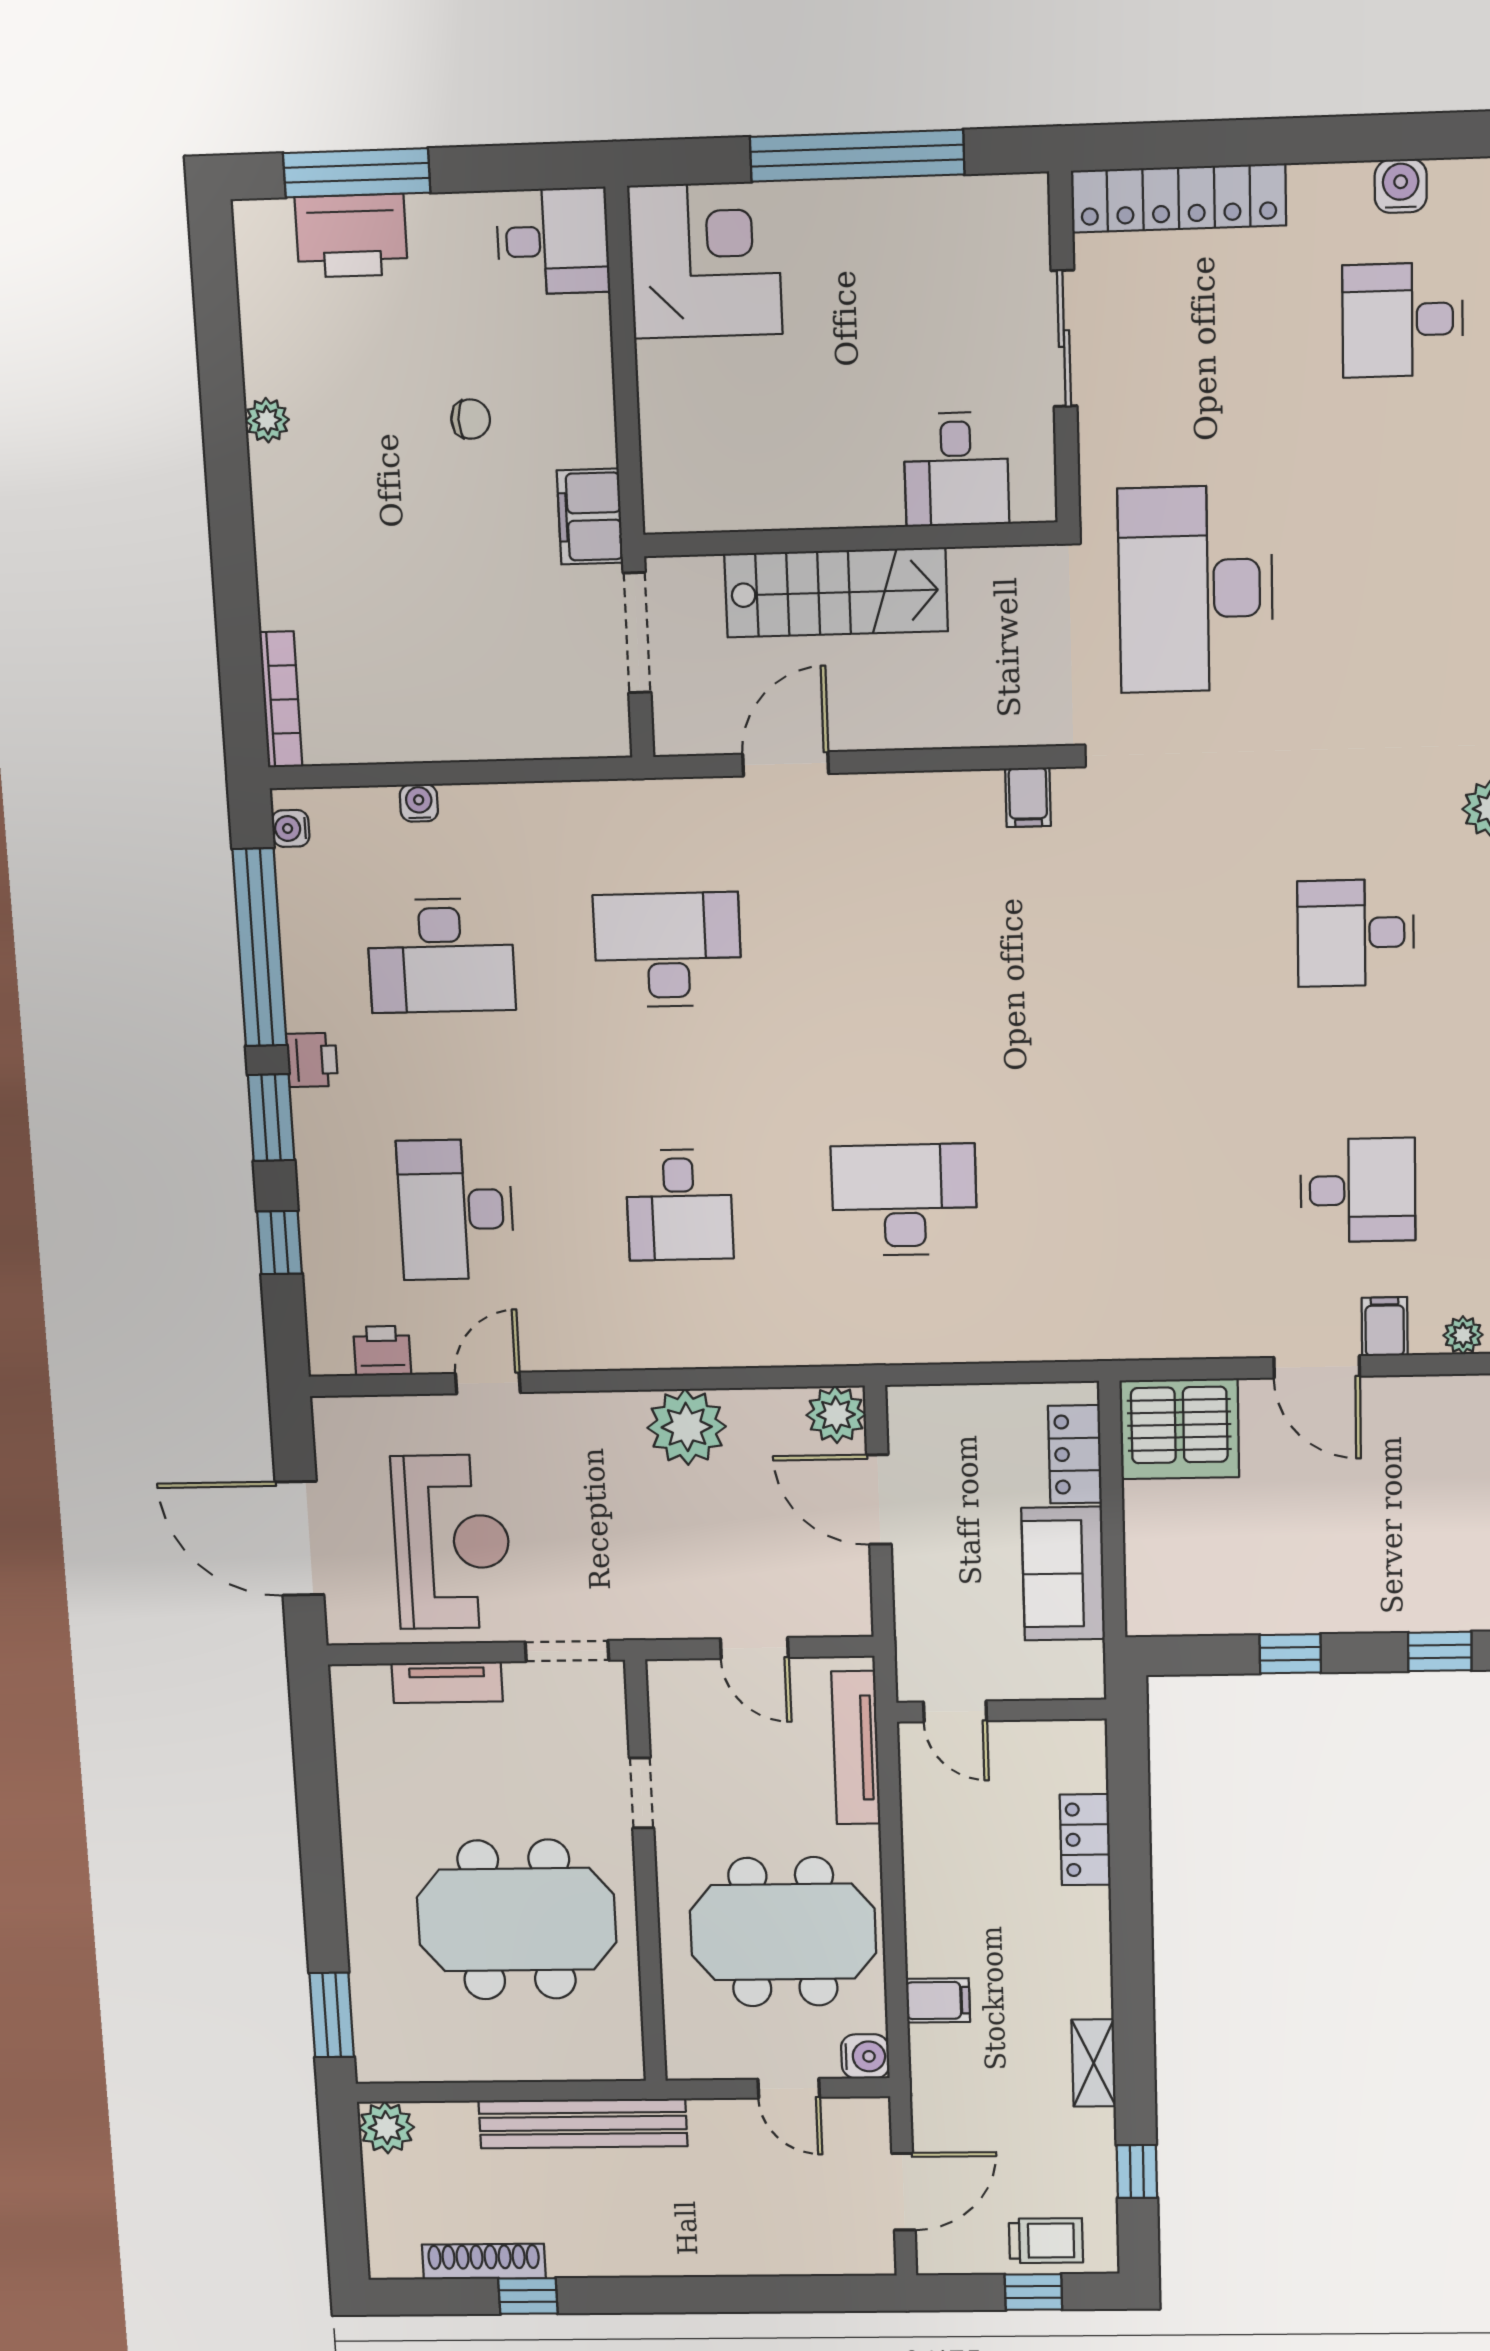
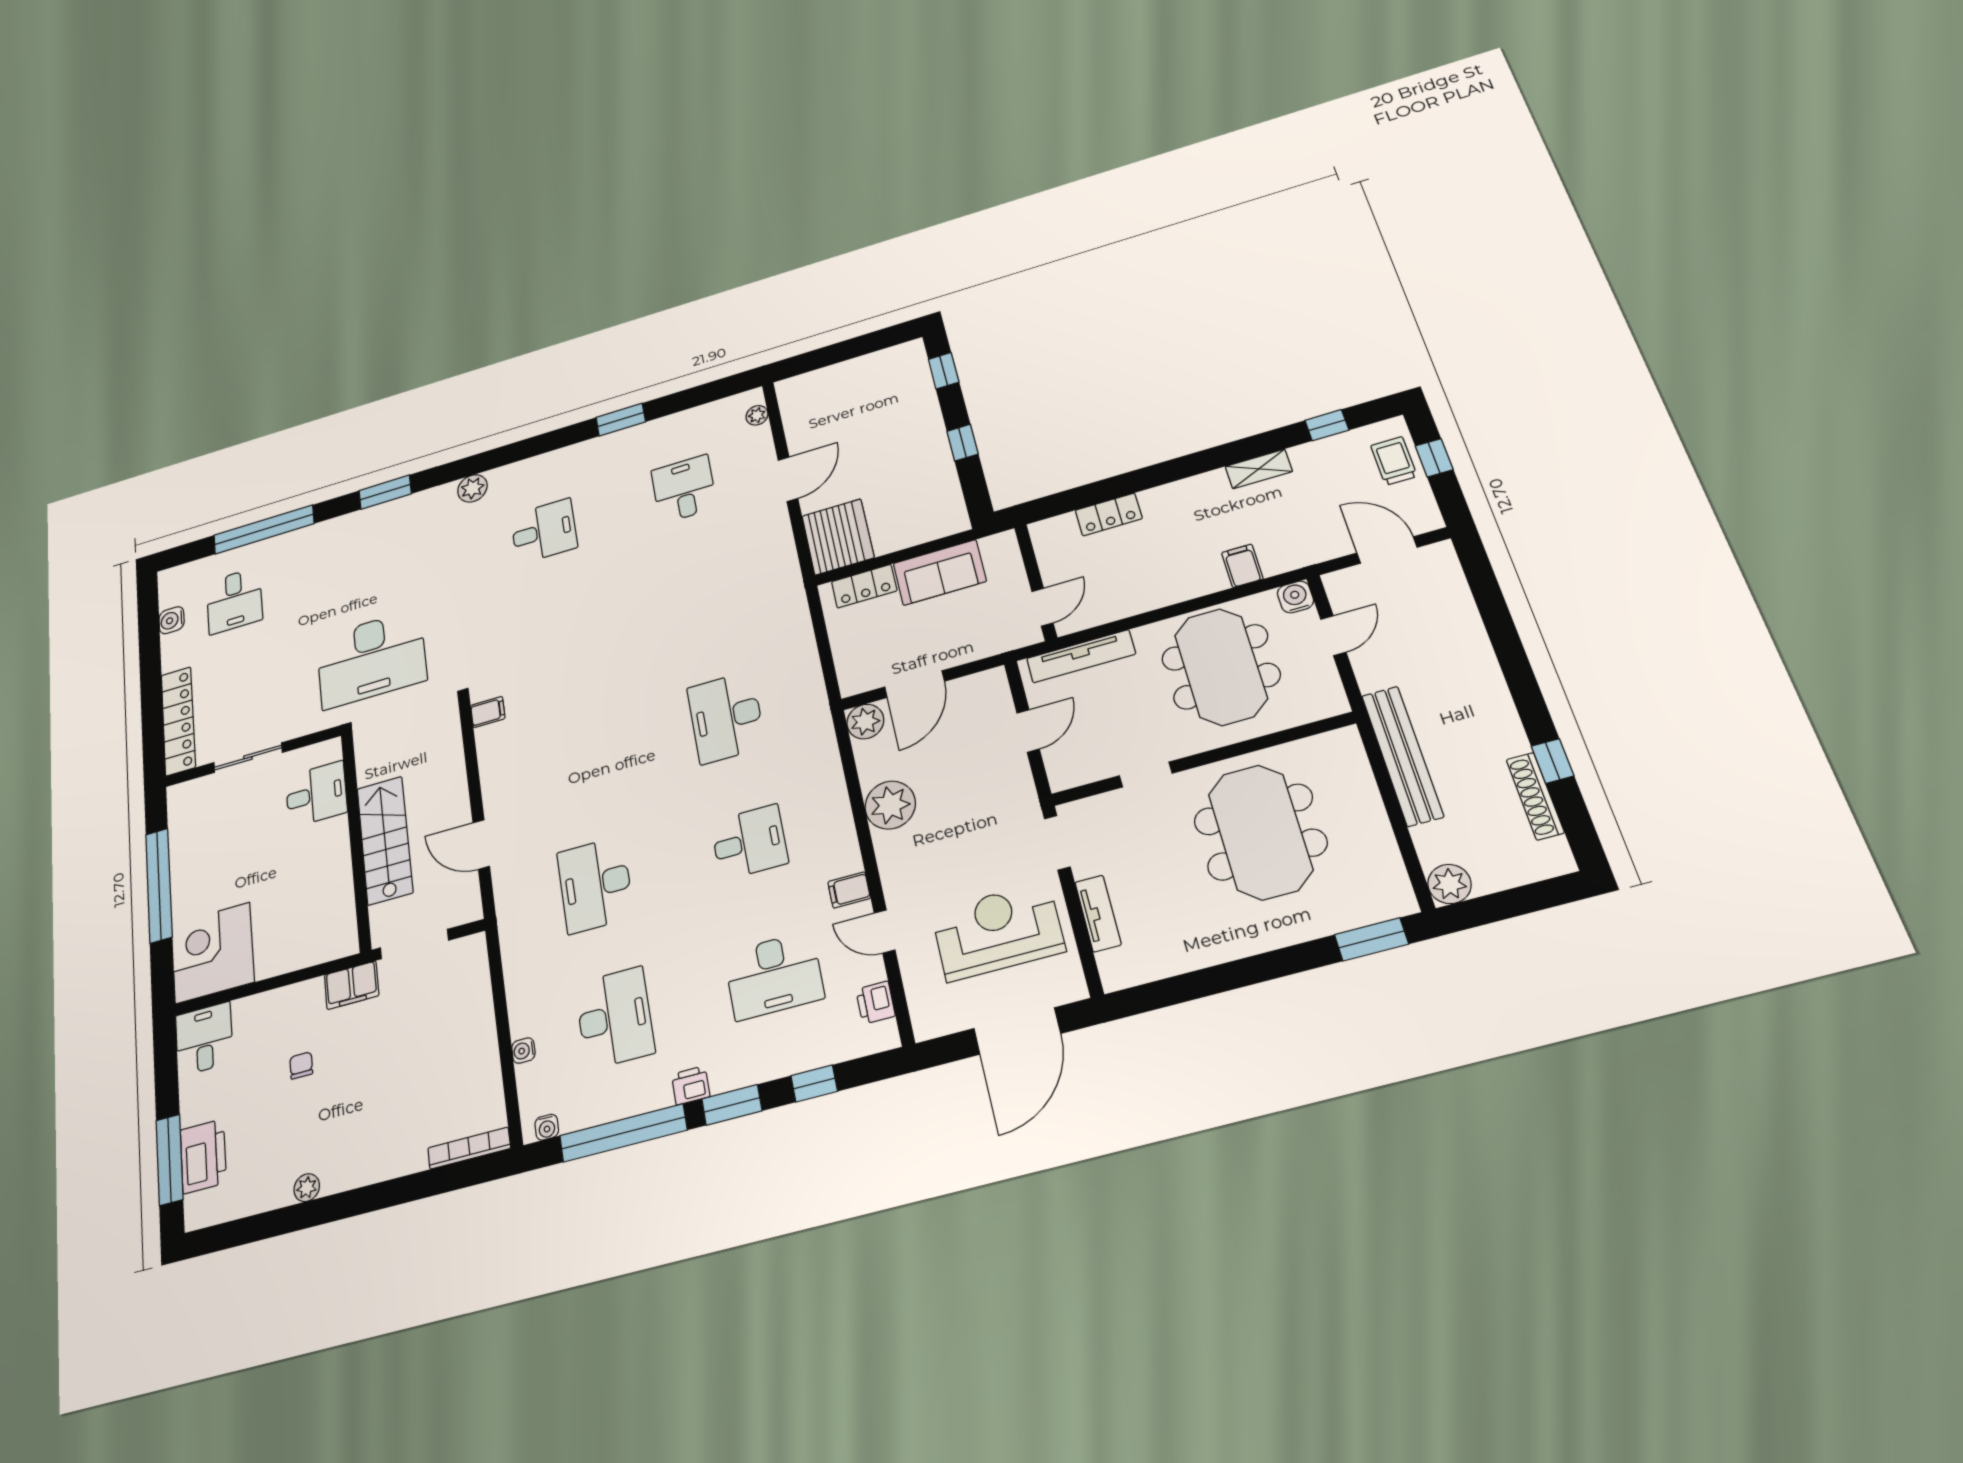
desk: (1356, 933) -> (544, 531), turned -90
filing cabinet: (1385, 1327) -> (849, 890), moved

